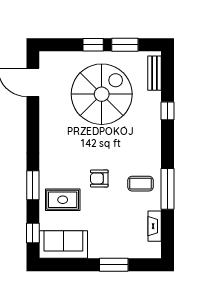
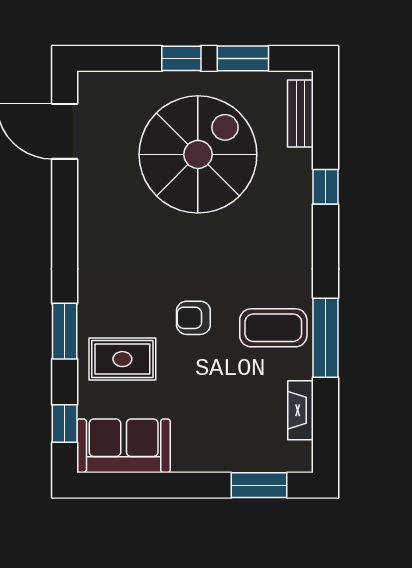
coffee table: (141, 184) -> (273, 328), width x1.36, depth x1.30
window: (114, 265) -> (259, 485), moved

